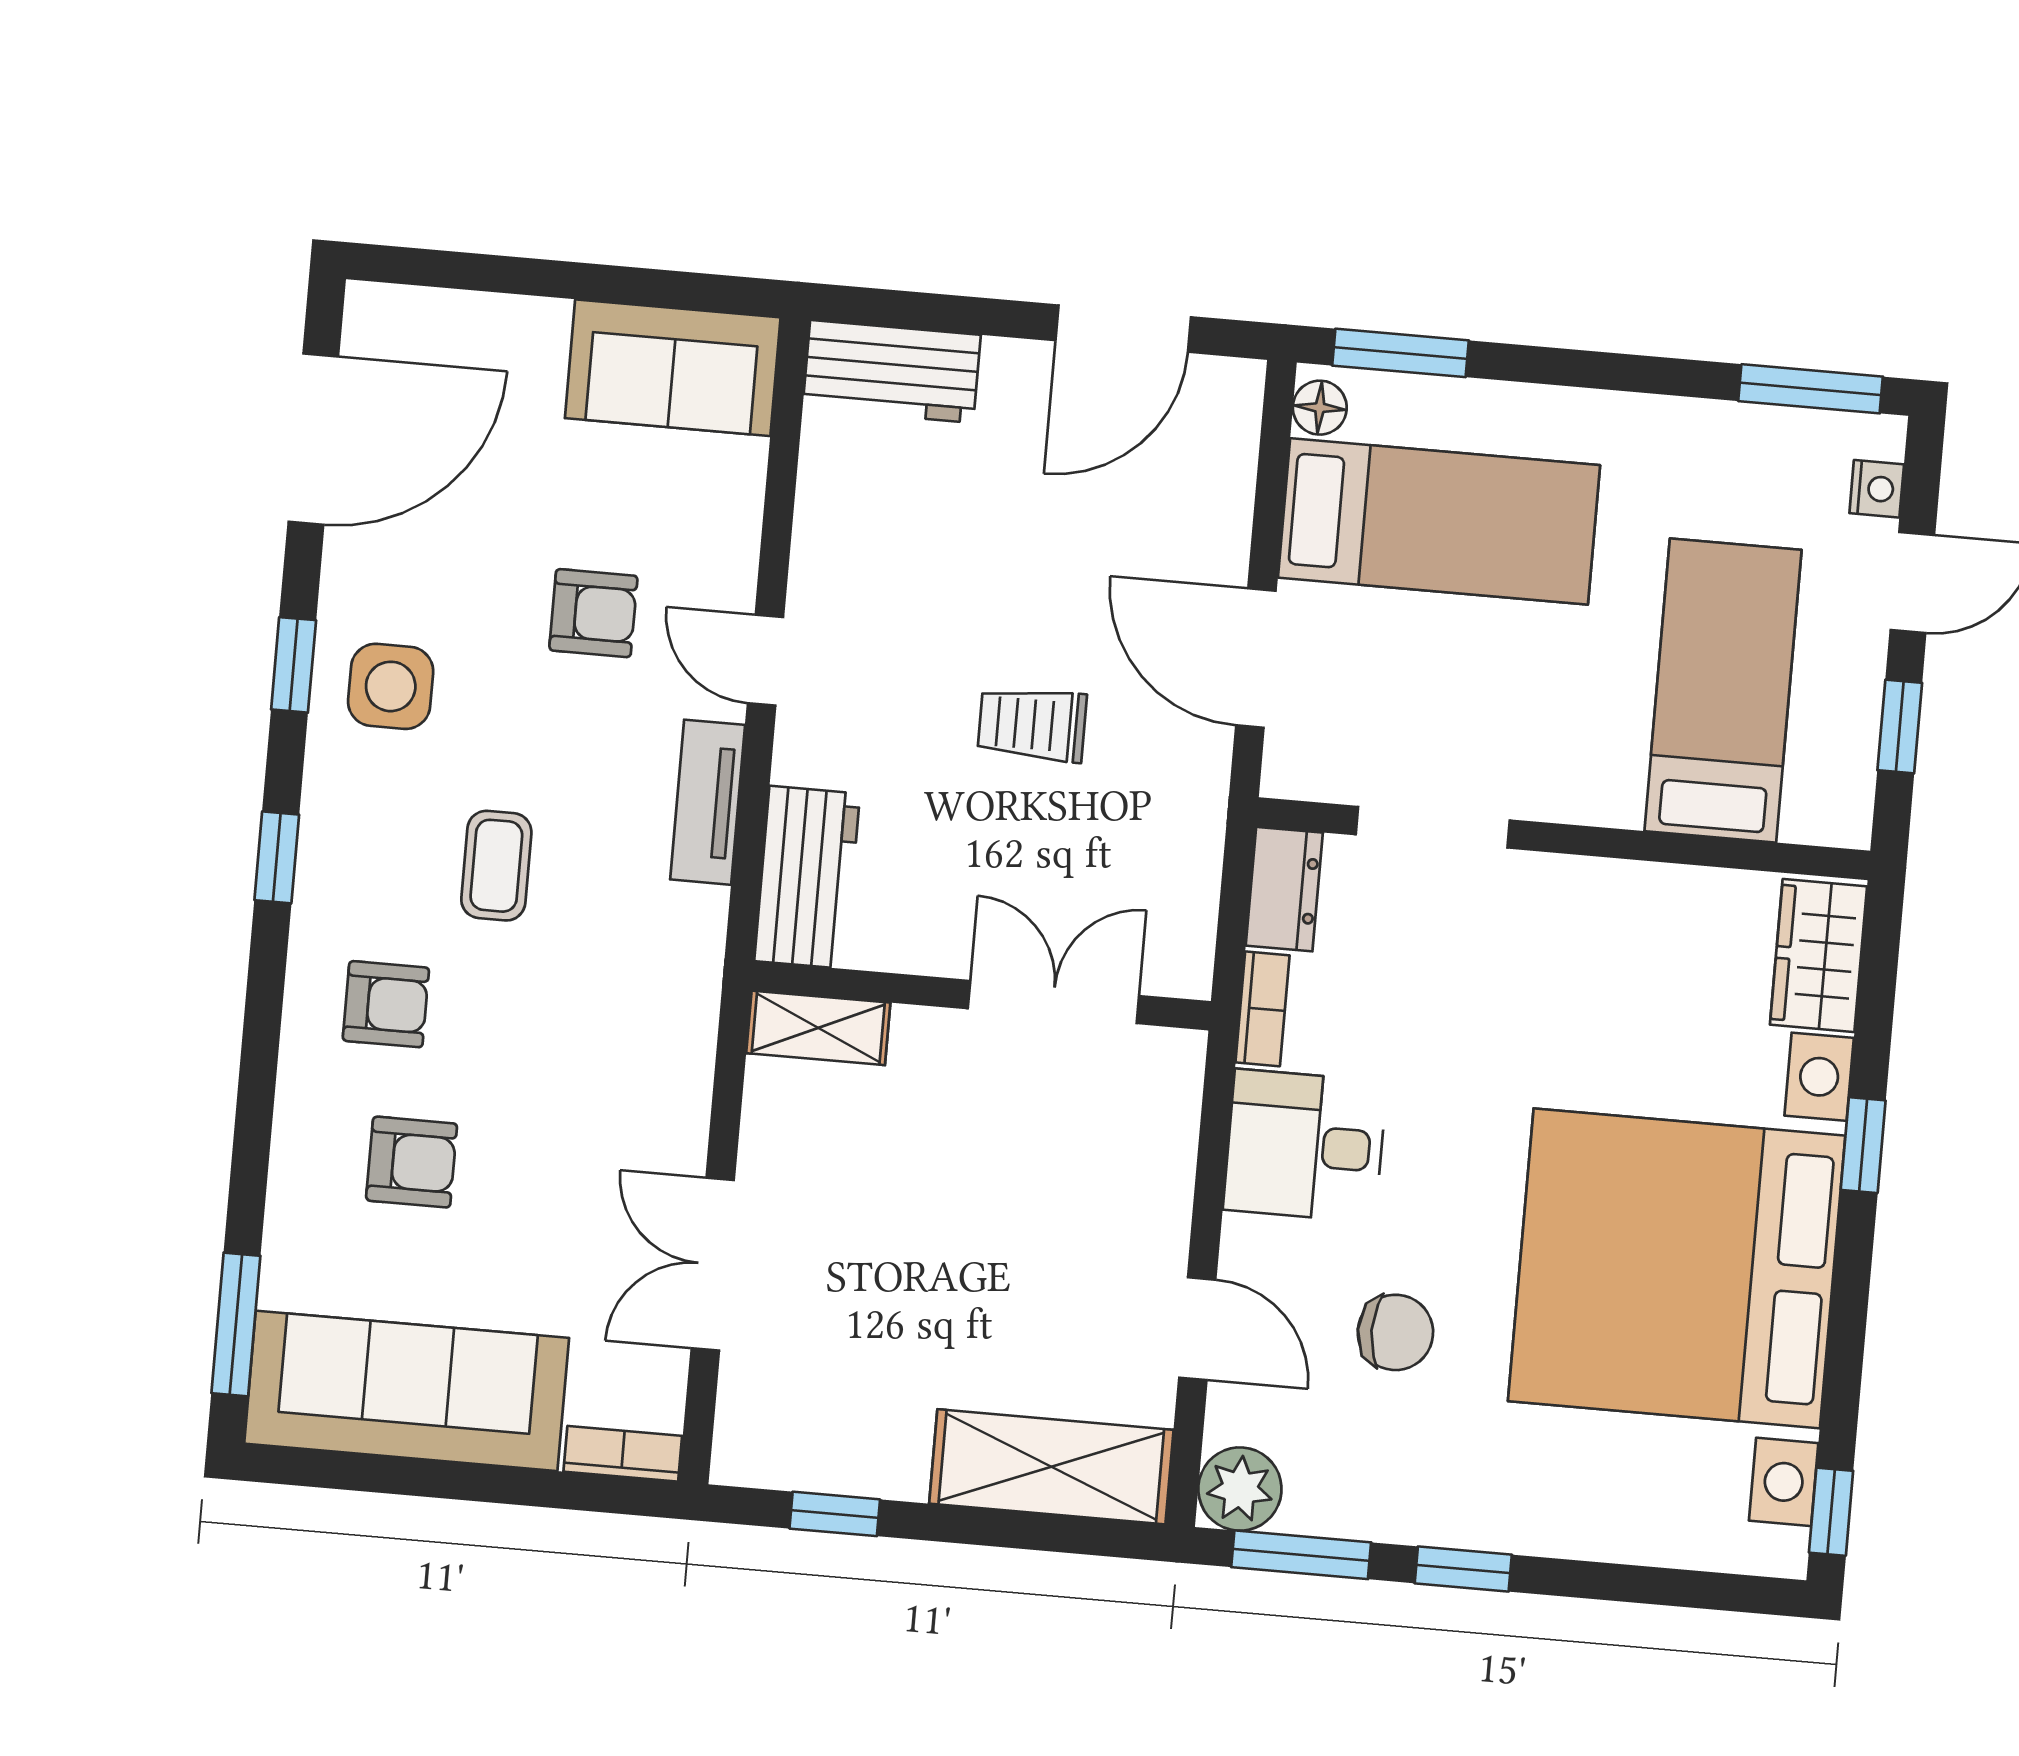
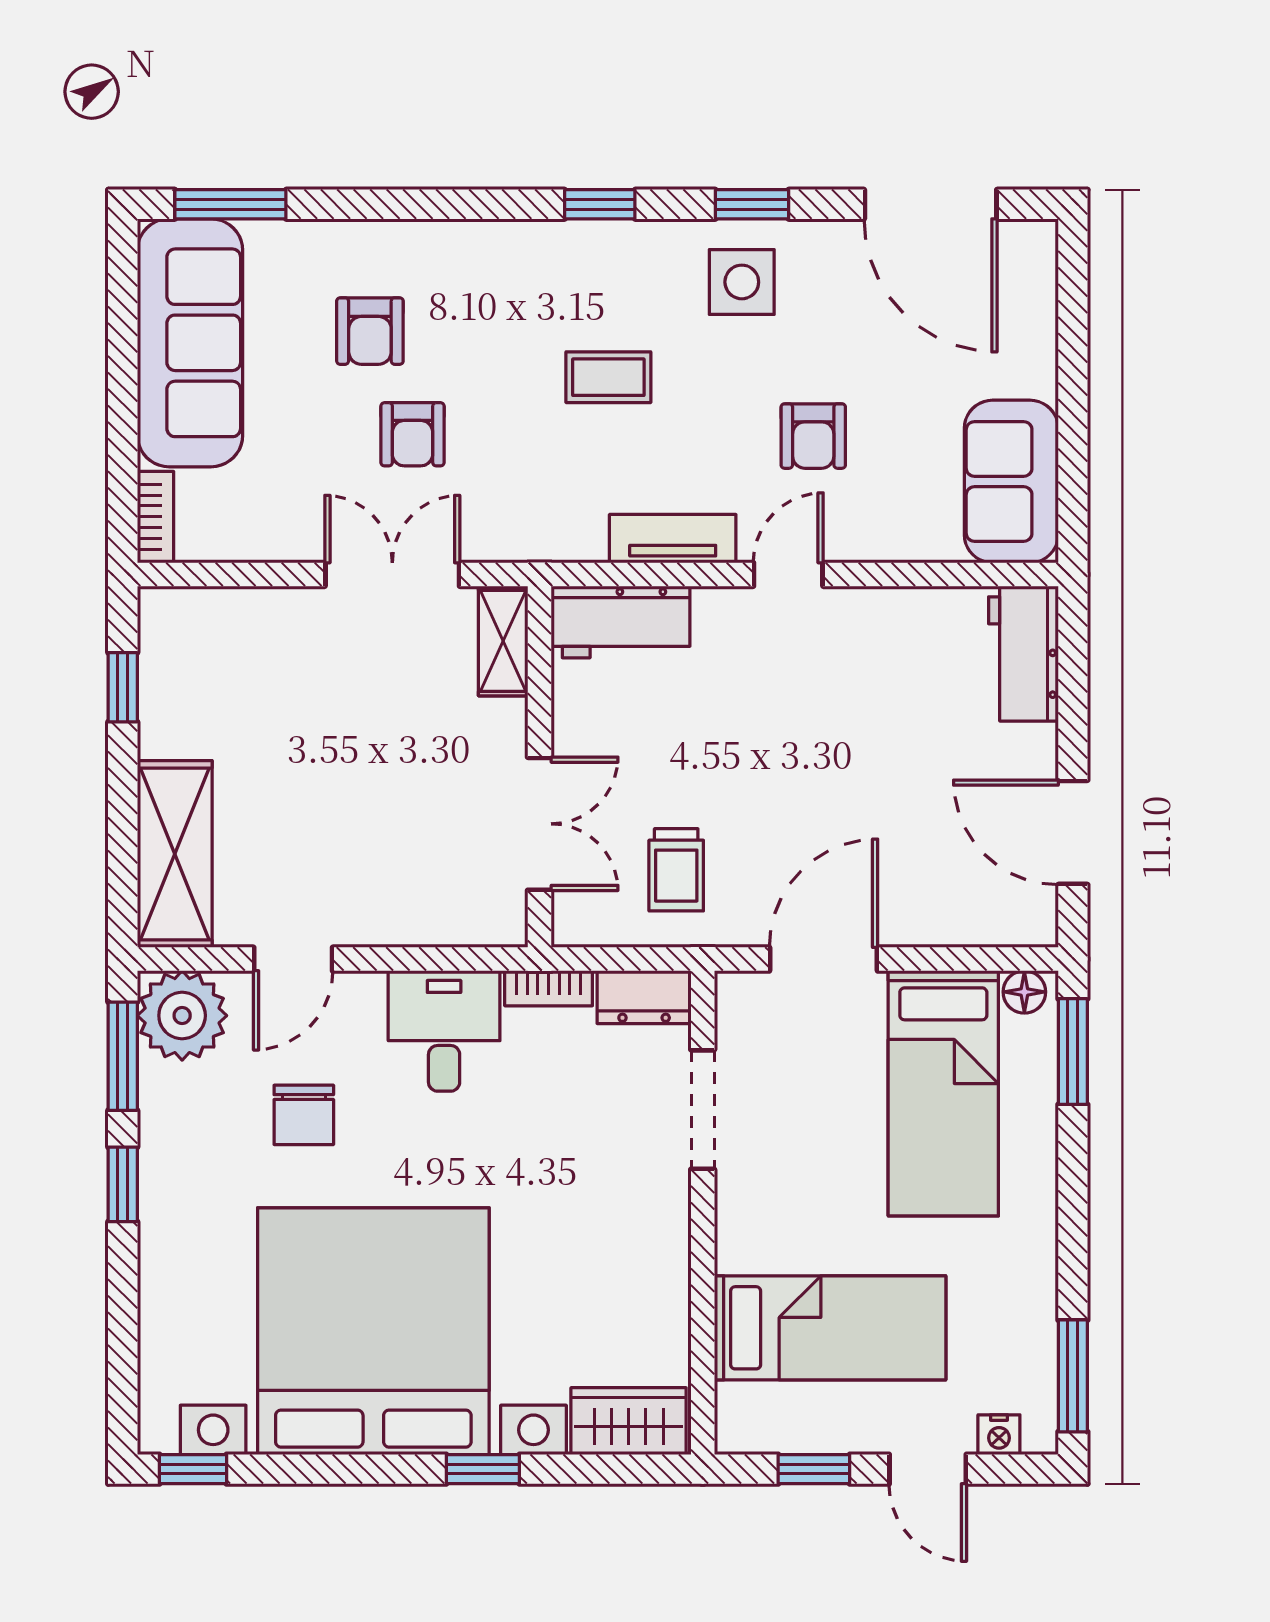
trolley: (1032, 724) -> (676, 870), moved, turned 180
armchair: (386, 1004) -> (413, 434), moved
double door: (713, 1264) -> (392, 574), moved
plant: (1240, 1489) -> (182, 1016), width x1.36, depth x1.36

